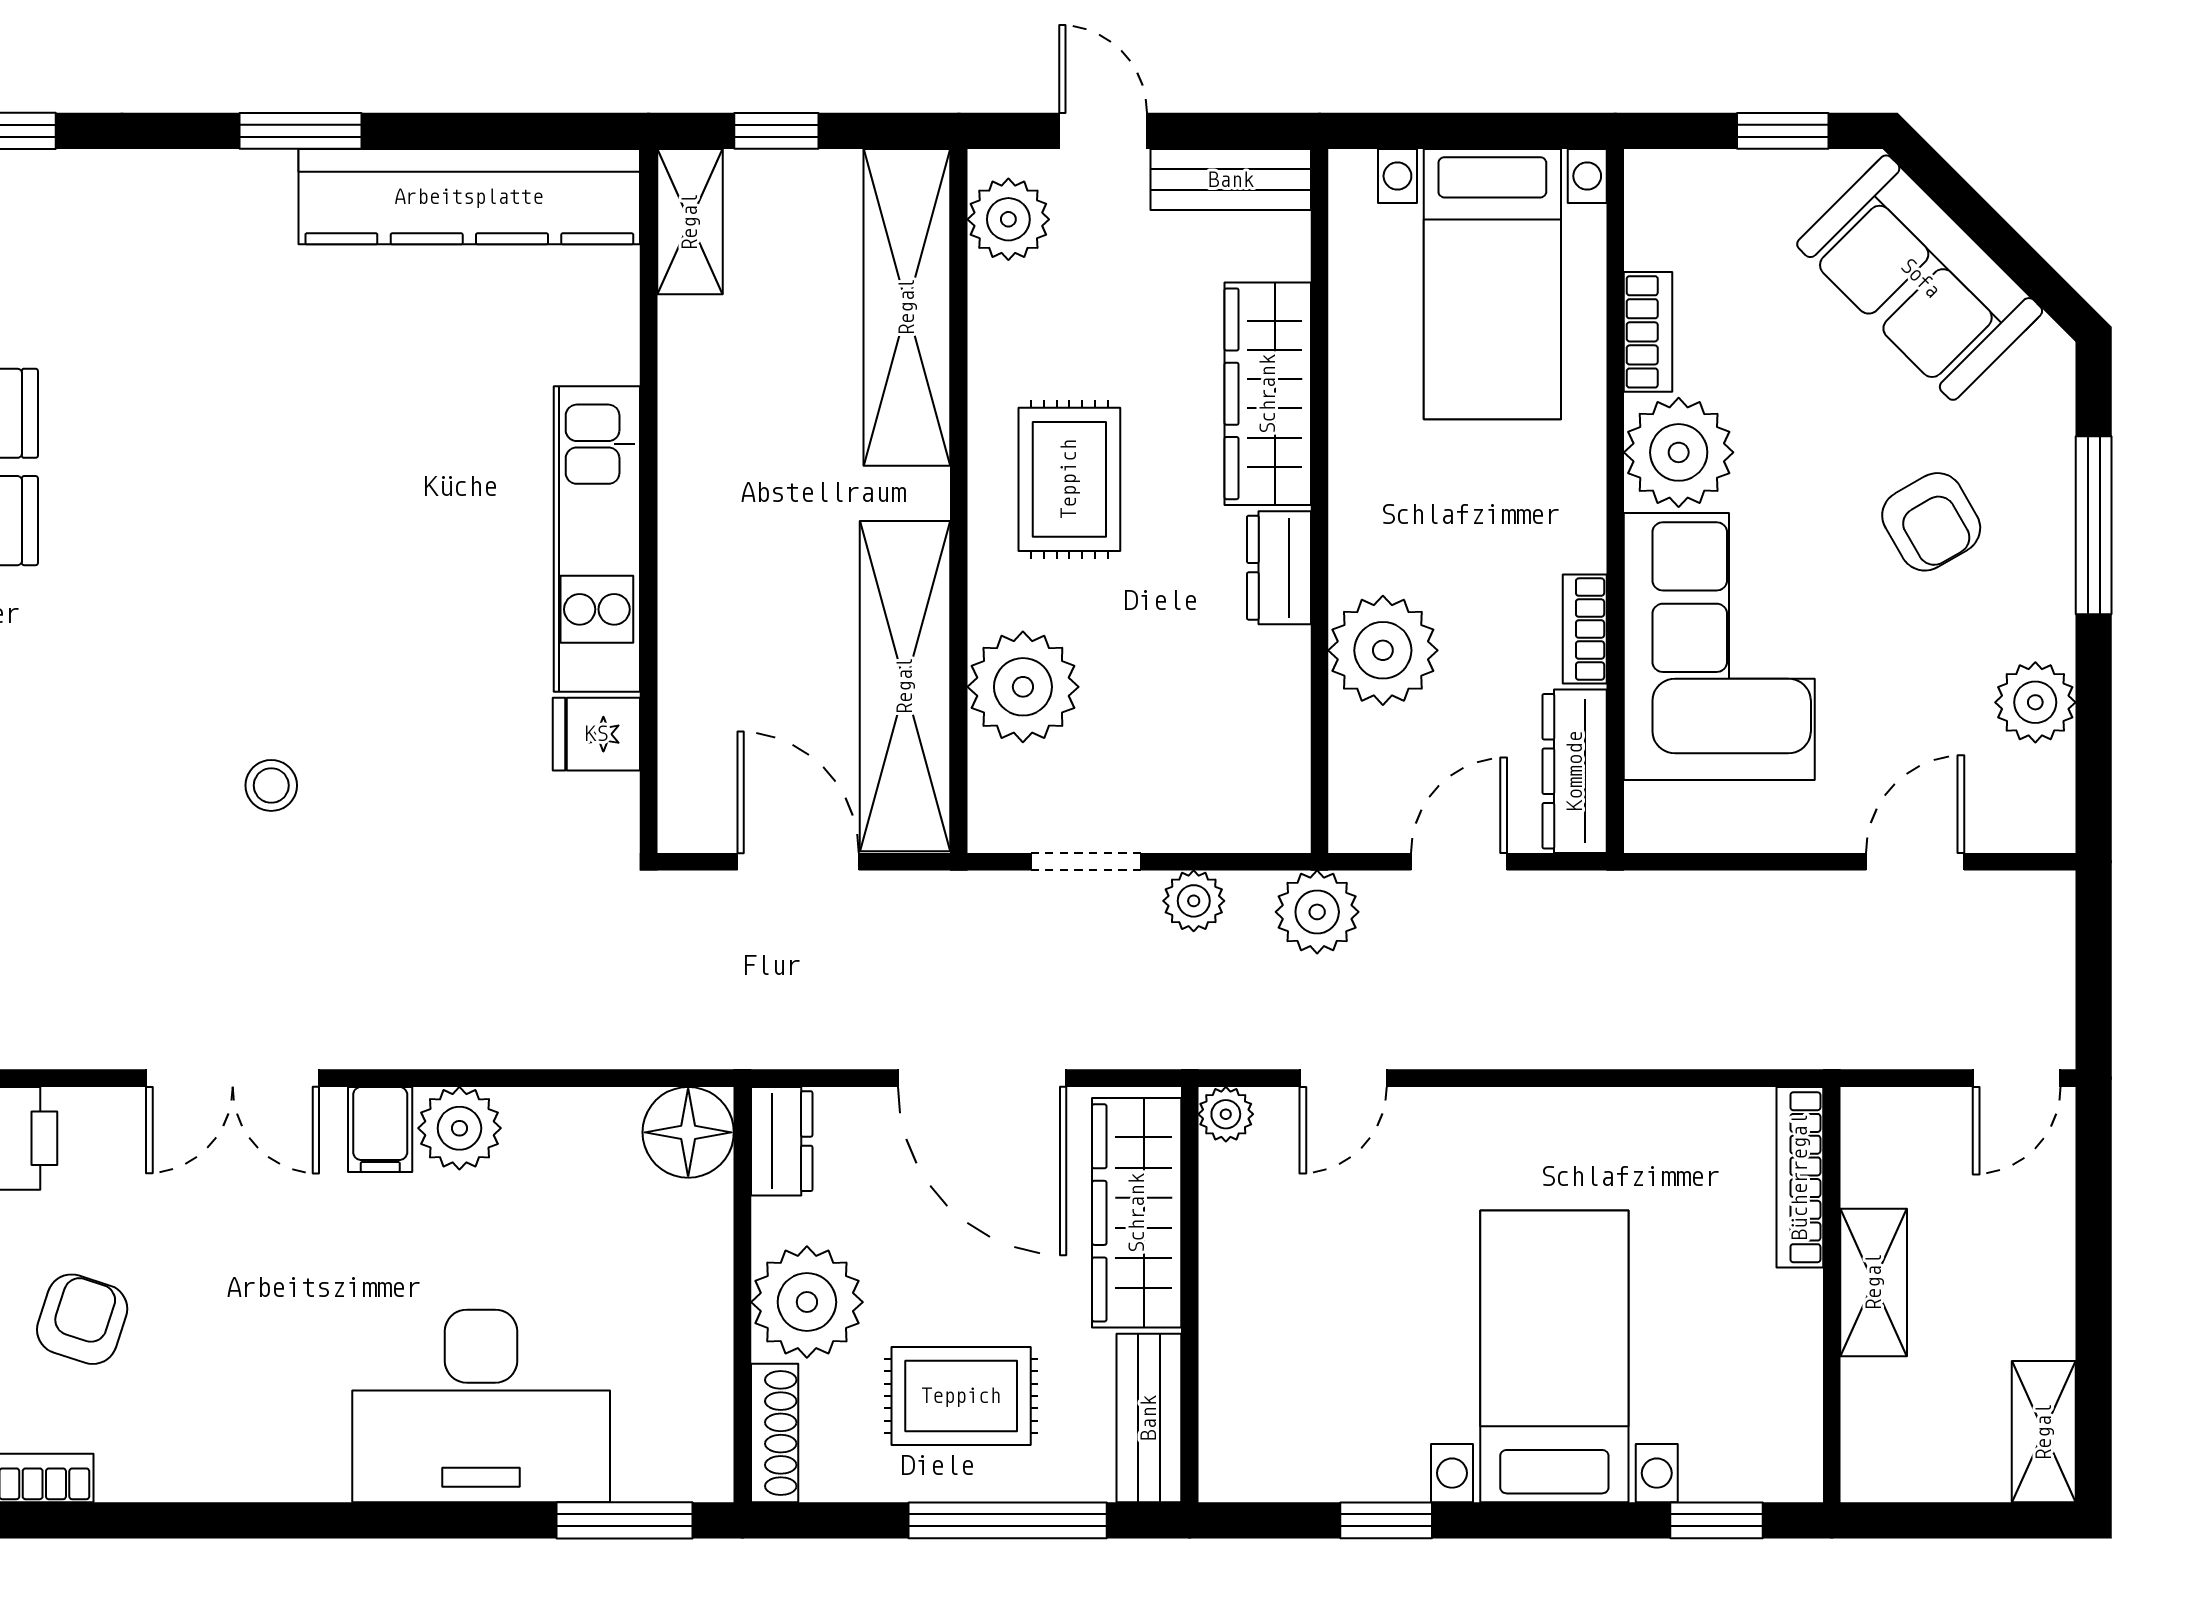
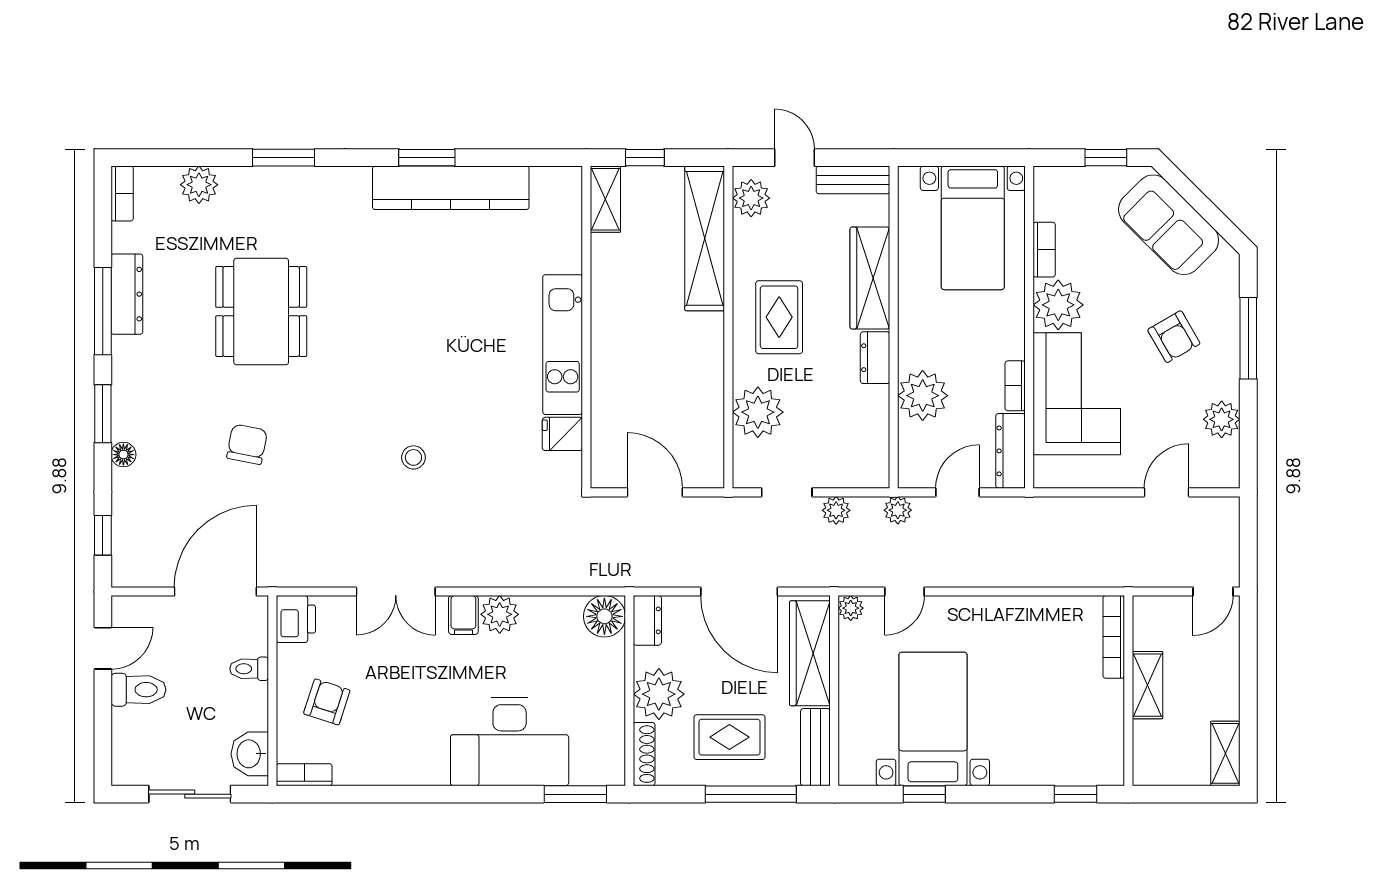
kitchen counter: (469, 197) -> (451, 188), moved
shelving: (905, 686) -> (704, 412), removed
plant: (1317, 912) -> (898, 510), width x0.73, depth x0.73
bed with nightstands: (1554, 1356) -> (933, 719), moved

